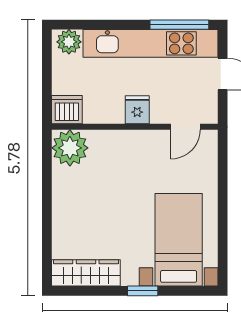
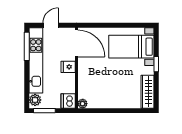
window: (47, 61) -> (44, 111), added
door: (185, 127) -> (76, 43), width x1.87
plant: (70, 148) -> (83, 104), width x0.53, depth x0.53

